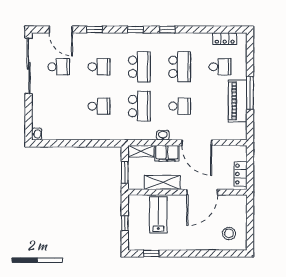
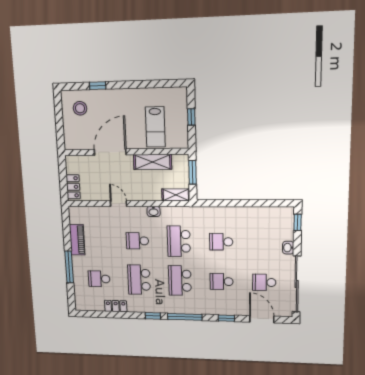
window: (135, 30) -> (185, 317), width x2.17
locker: (225, 39) -> (116, 306), moved
window: (250, 93) -> (69, 267), moved
piano: (238, 101) -> (77, 240), width x0.73, depth x0.75
window: (29, 125) -> (298, 222), added
washbasin: (37, 134) -> (288, 248), moved
door: (197, 143) -> (118, 204), width x0.53
filing cabinet: (167, 153) -> (148, 193), removed
locker: (241, 174) -> (73, 187), moved
window: (151, 253) -> (98, 86), moved

